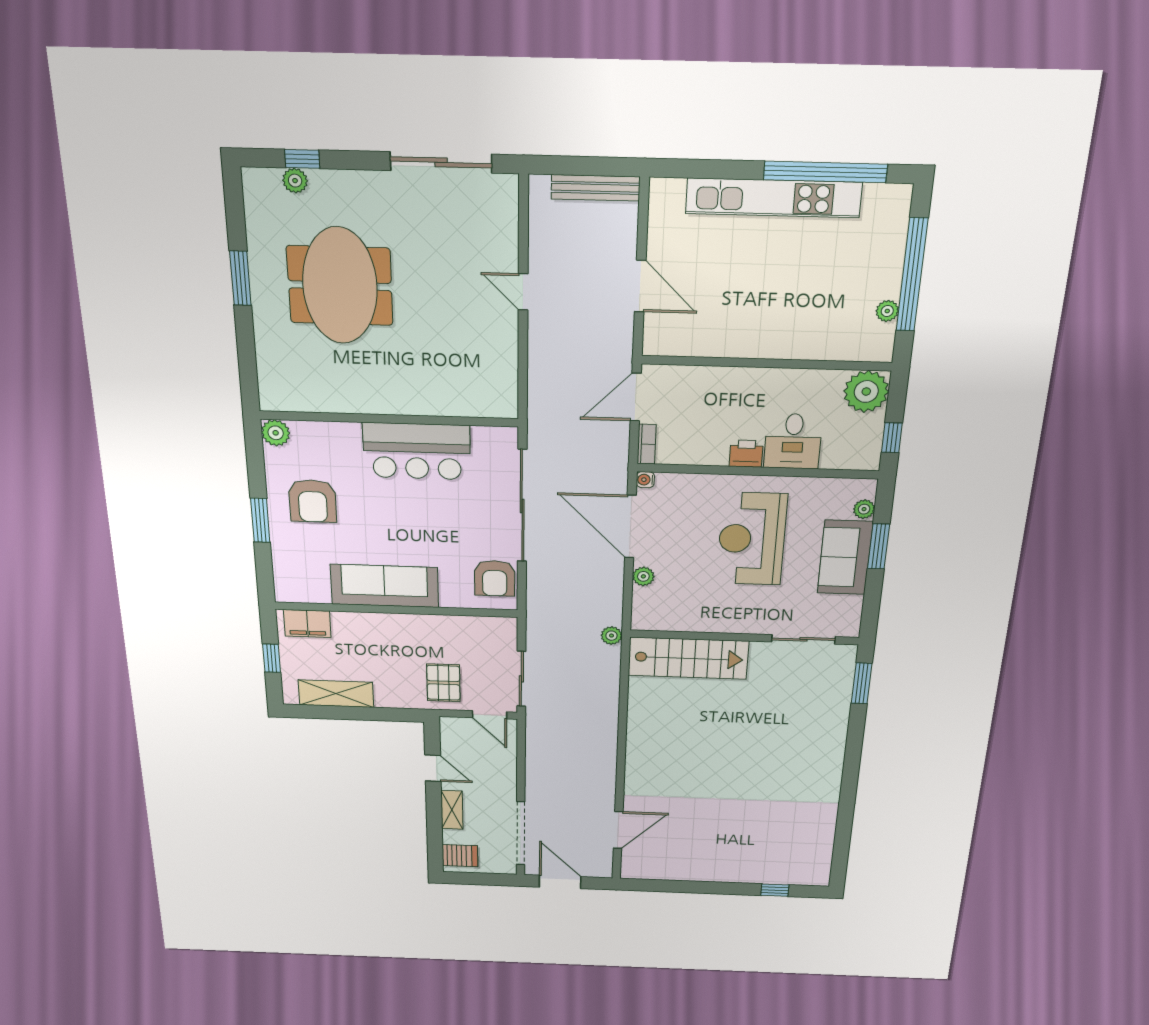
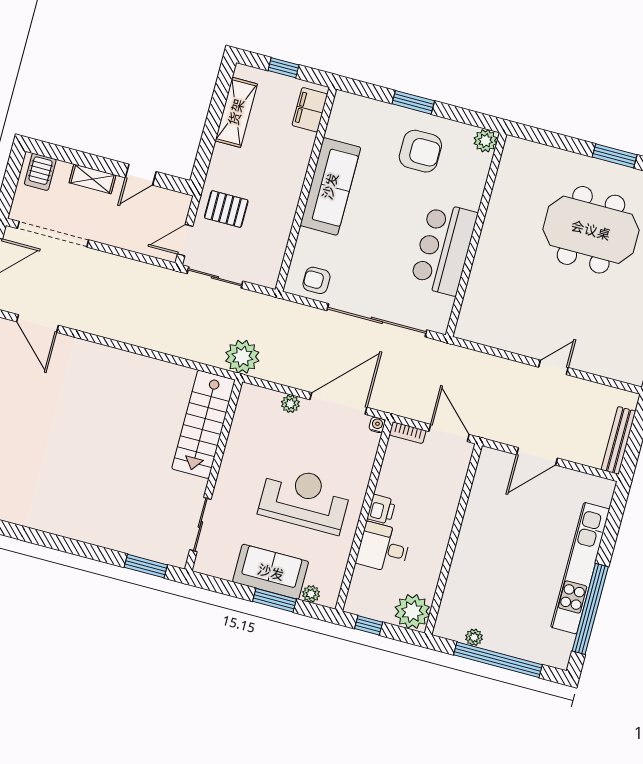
armchair: (313, 501) -> (420, 151), turned 180
armchair: (495, 578) -> (317, 280), width x0.72, depth x0.72
plant: (611, 636) -> (242, 357), width x1.87, depth x1.87

